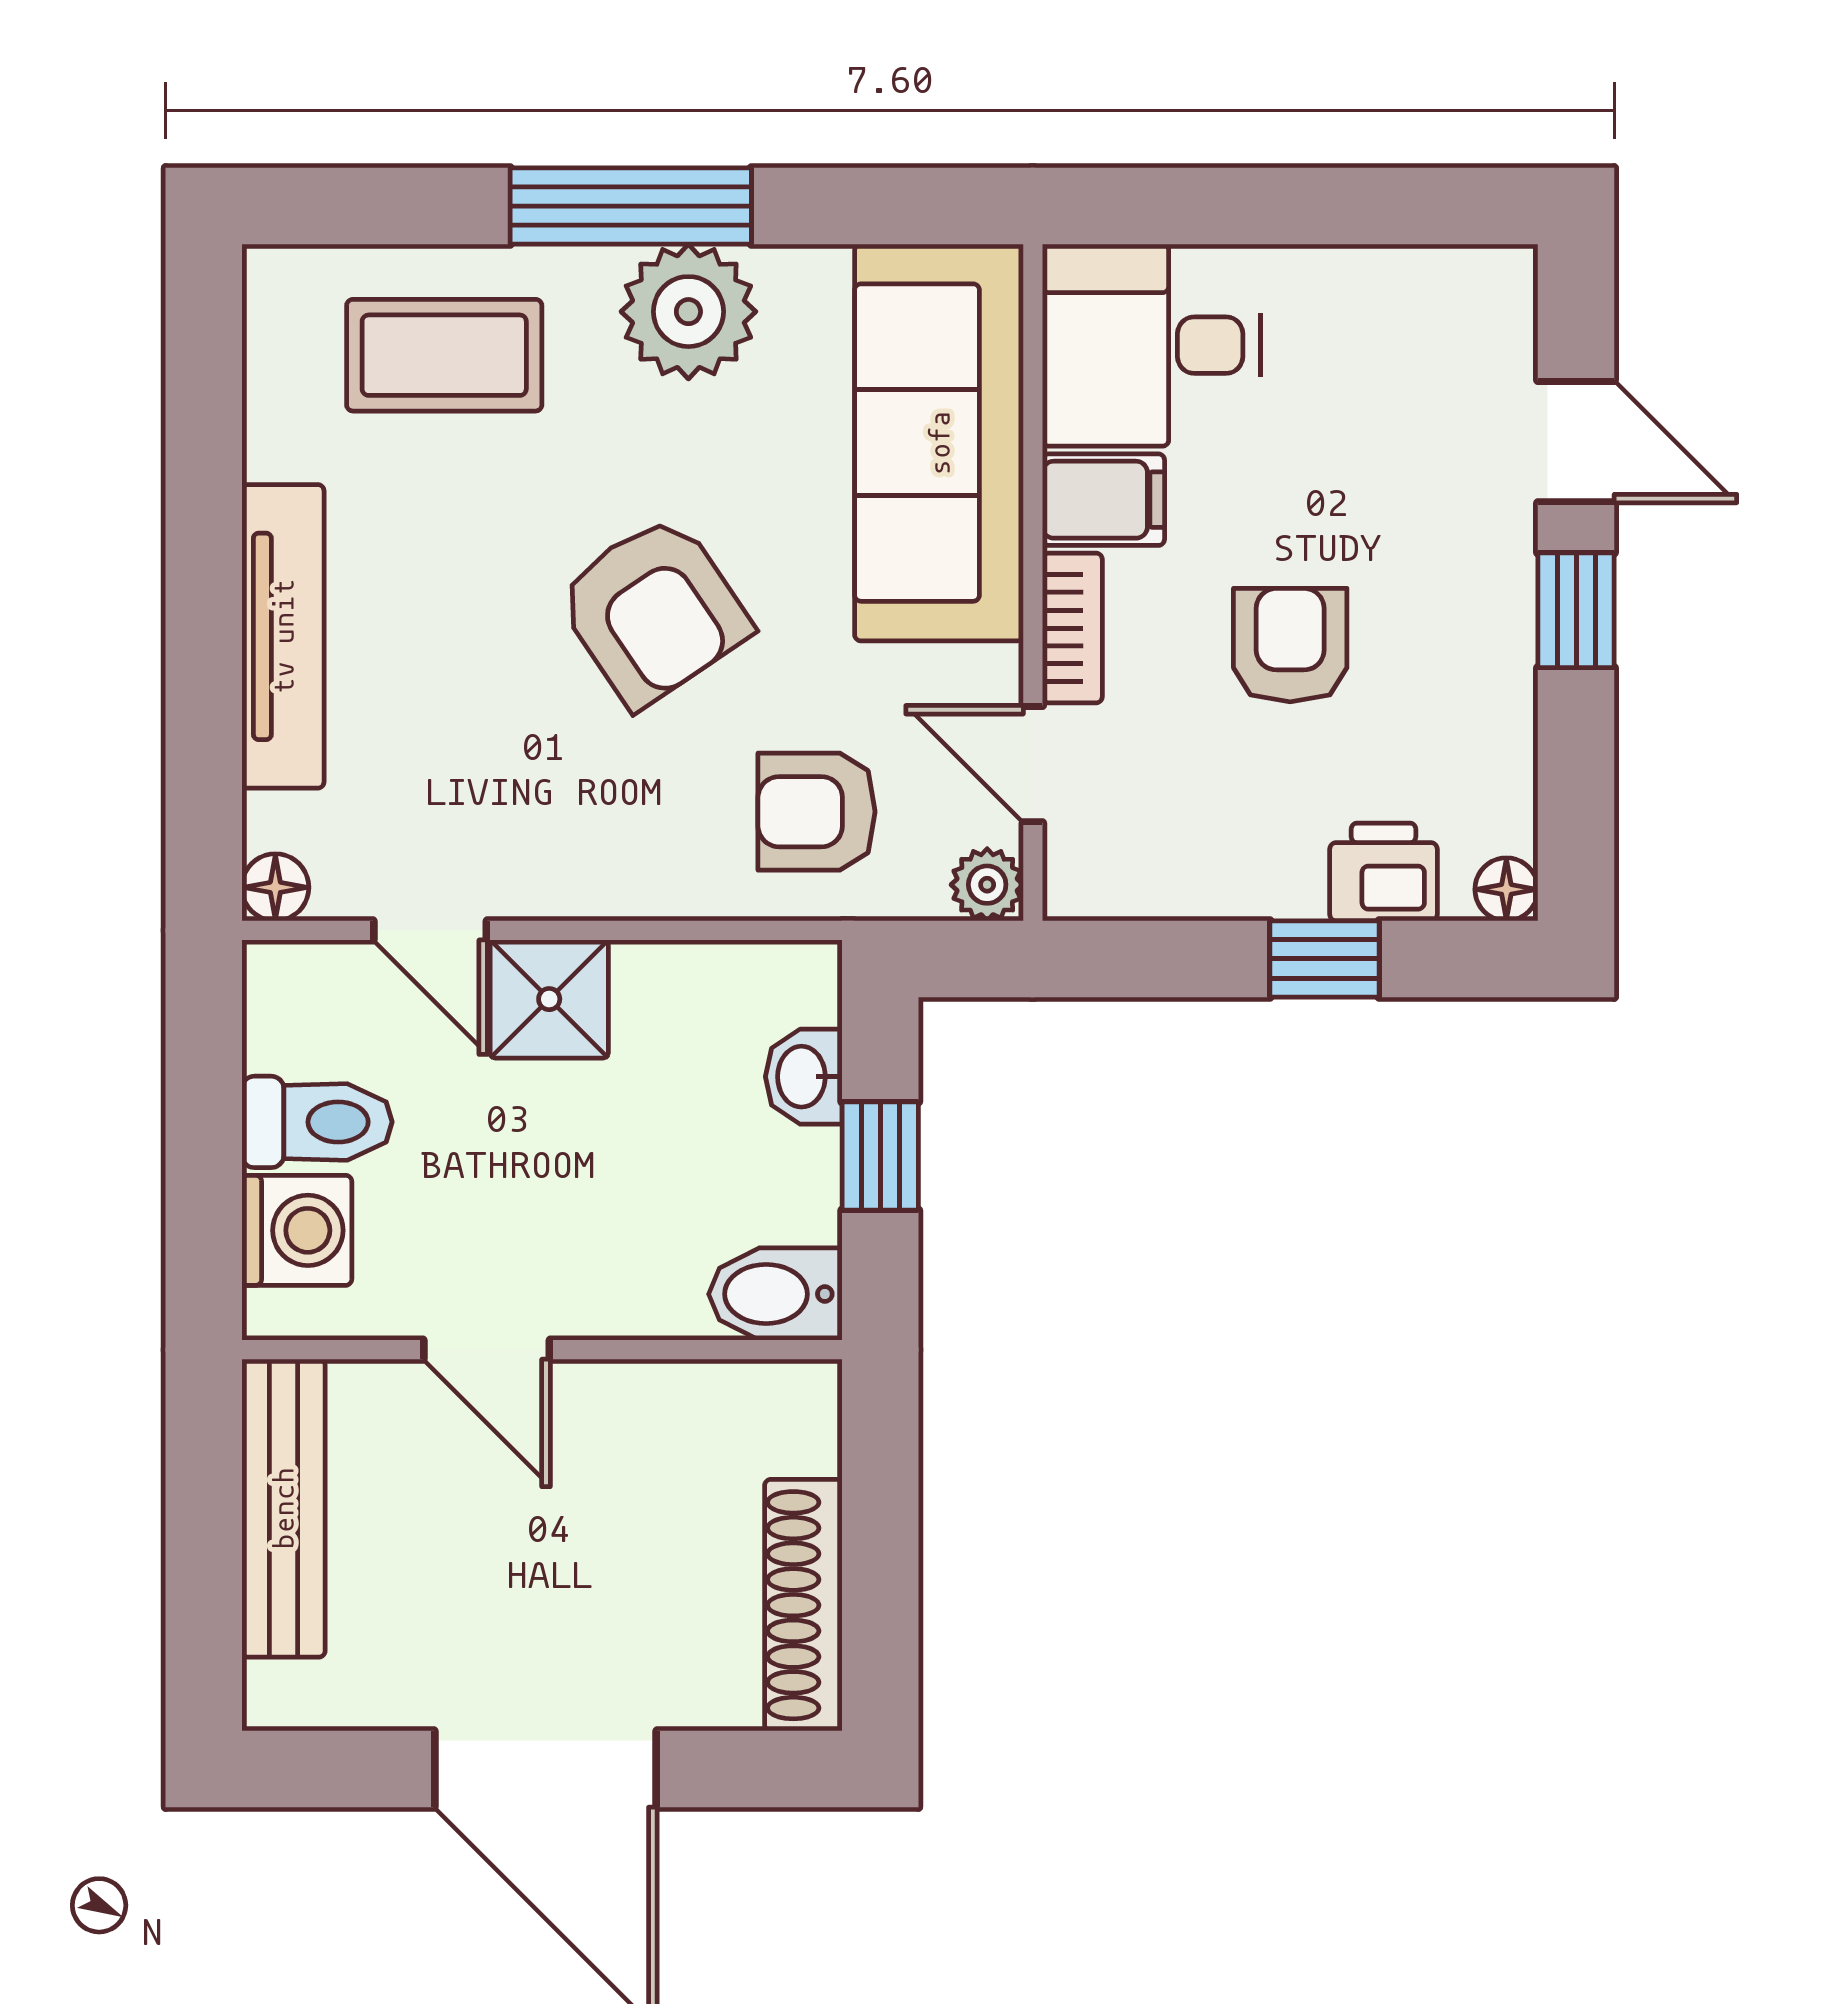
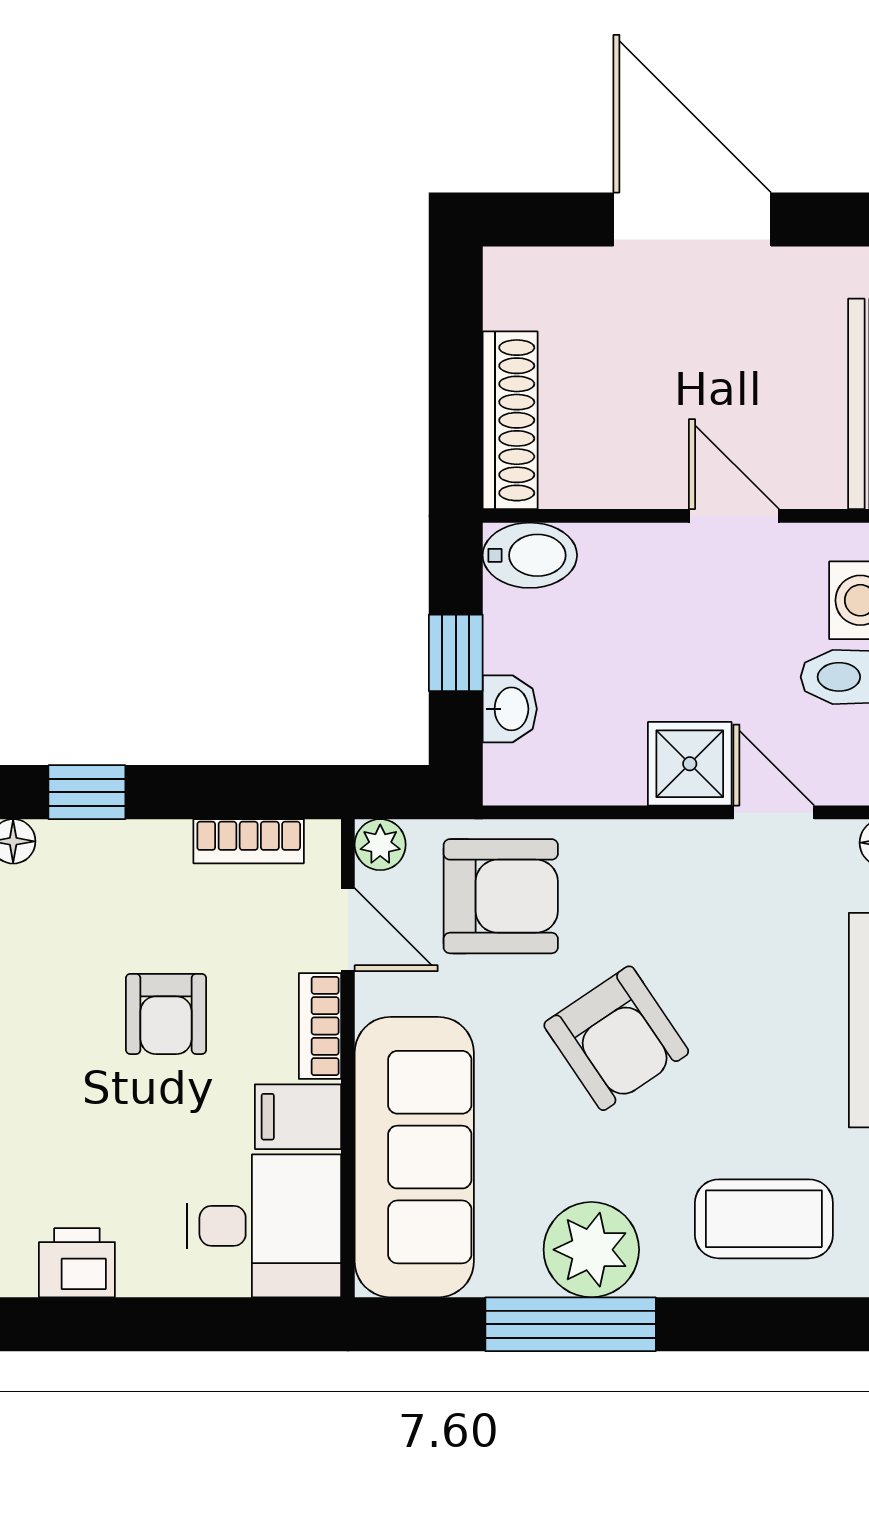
window: (631, 206) -> (571, 1324), moved
armchair: (653, 611) -> (616, 1038), turned 180
armchair: (817, 812) -> (501, 896), width x1.38, depth x1.38
printer: (1383, 872) -> (77, 1263), moved, turned 180
bookcase: (1173, 890) -> (249, 841), added
window: (1325, 959) -> (87, 792), moved
shoe rack: (803, 1605) -> (510, 420), moved

